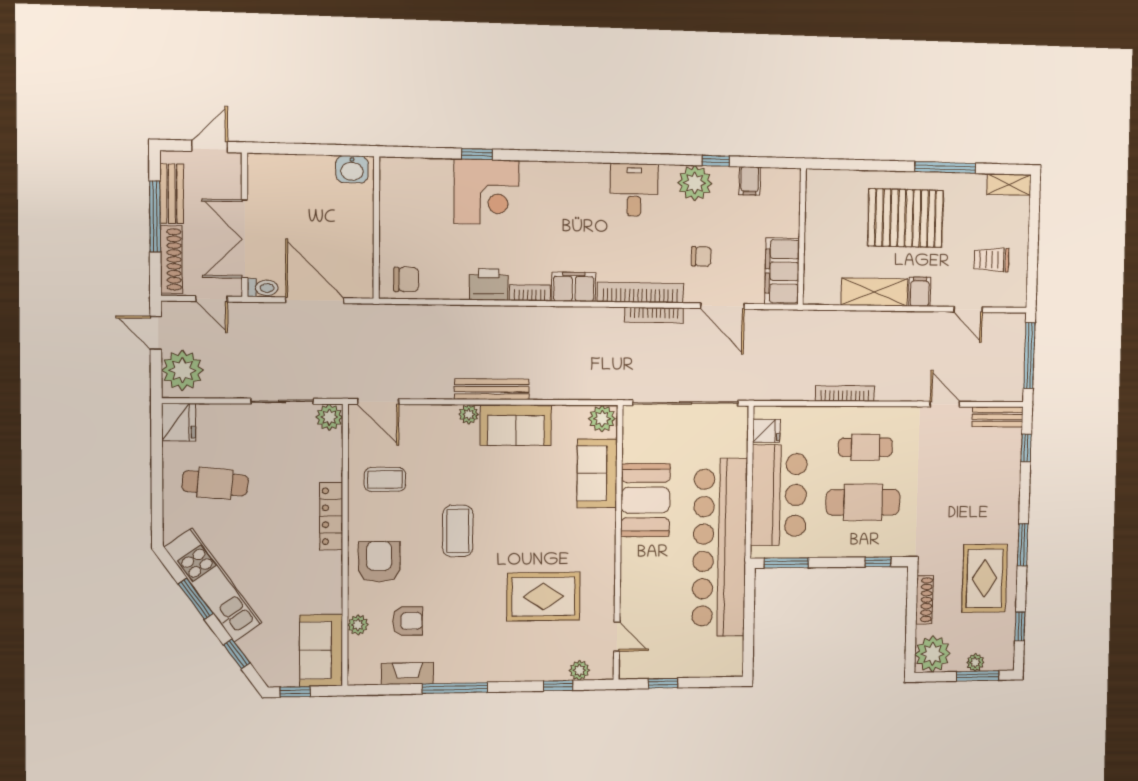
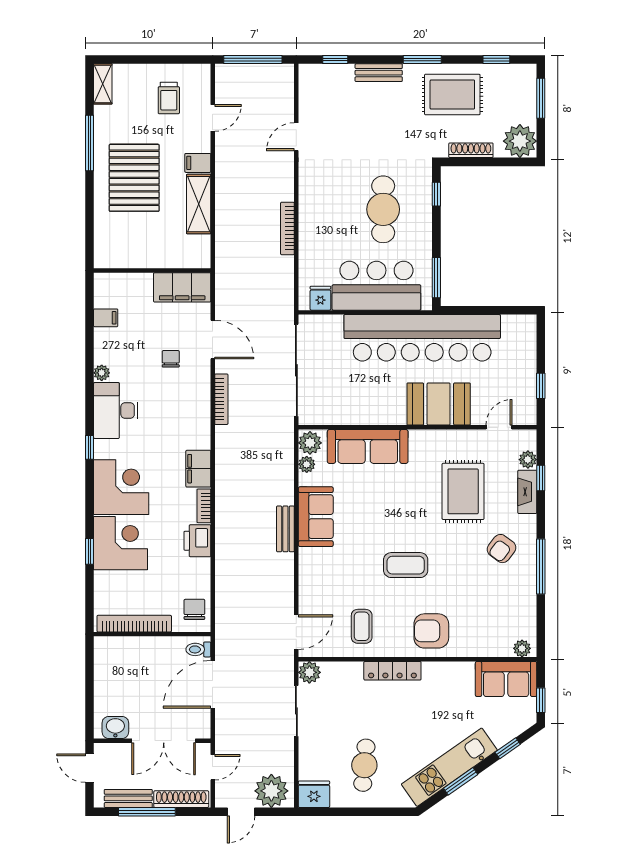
window: (716, 161) -> (89, 447), moved
washbasin: (352, 169) -> (115, 727), moved, turned -90
plant: (695, 183) -> (102, 373), width x0.53, depth x0.53
desk: (634, 190) -> (116, 411), width x1.37
corner desk: (553, 194) -> (121, 487), added
toilet: (263, 288) -> (198, 649), moved, turned -90
bookcase: (640, 292) -> (134, 624), moved, turned 90
door: (722, 306) -> (213, 340), hinge flipped
bench: (492, 389) -> (285, 529), width x0.73
plant: (469, 414) -> (307, 464), moved
bench: (998, 417) -> (379, 73), moved, turned 90
cafe table: (865, 447) -> (335, 209), removed
sofa: (597, 473) -> (368, 446), width x1.36
booth: (645, 500) -> (439, 404), moved
armchair: (408, 621) -> (501, 549), moved, turned -143
plant: (358, 625) -> (522, 648), moved
plant: (975, 662) -> (528, 101), removed
fireplace: (407, 673) -> (527, 492), moved

